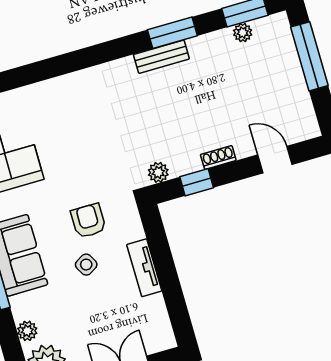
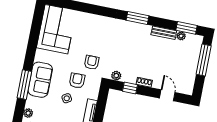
window: (172, 33) -> (137, 18), moved
bench: (161, 57) -> (164, 33), moved
armchair: (98, 172) -> (92, 62), added

